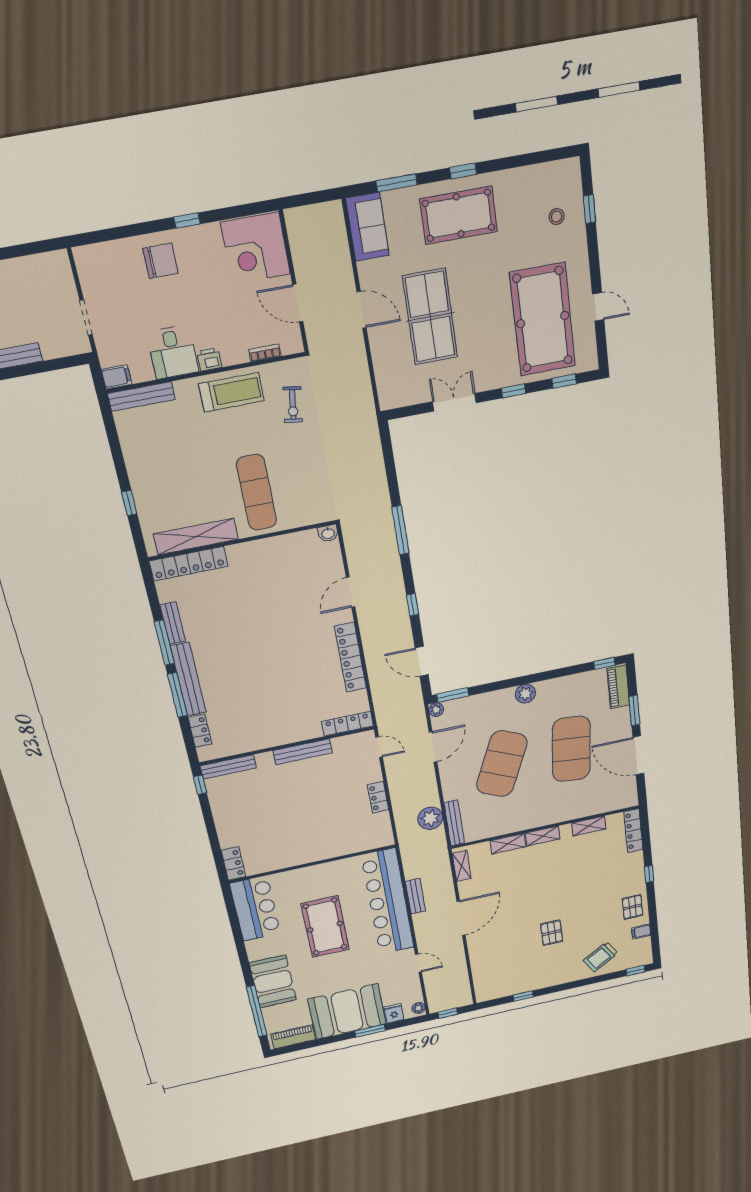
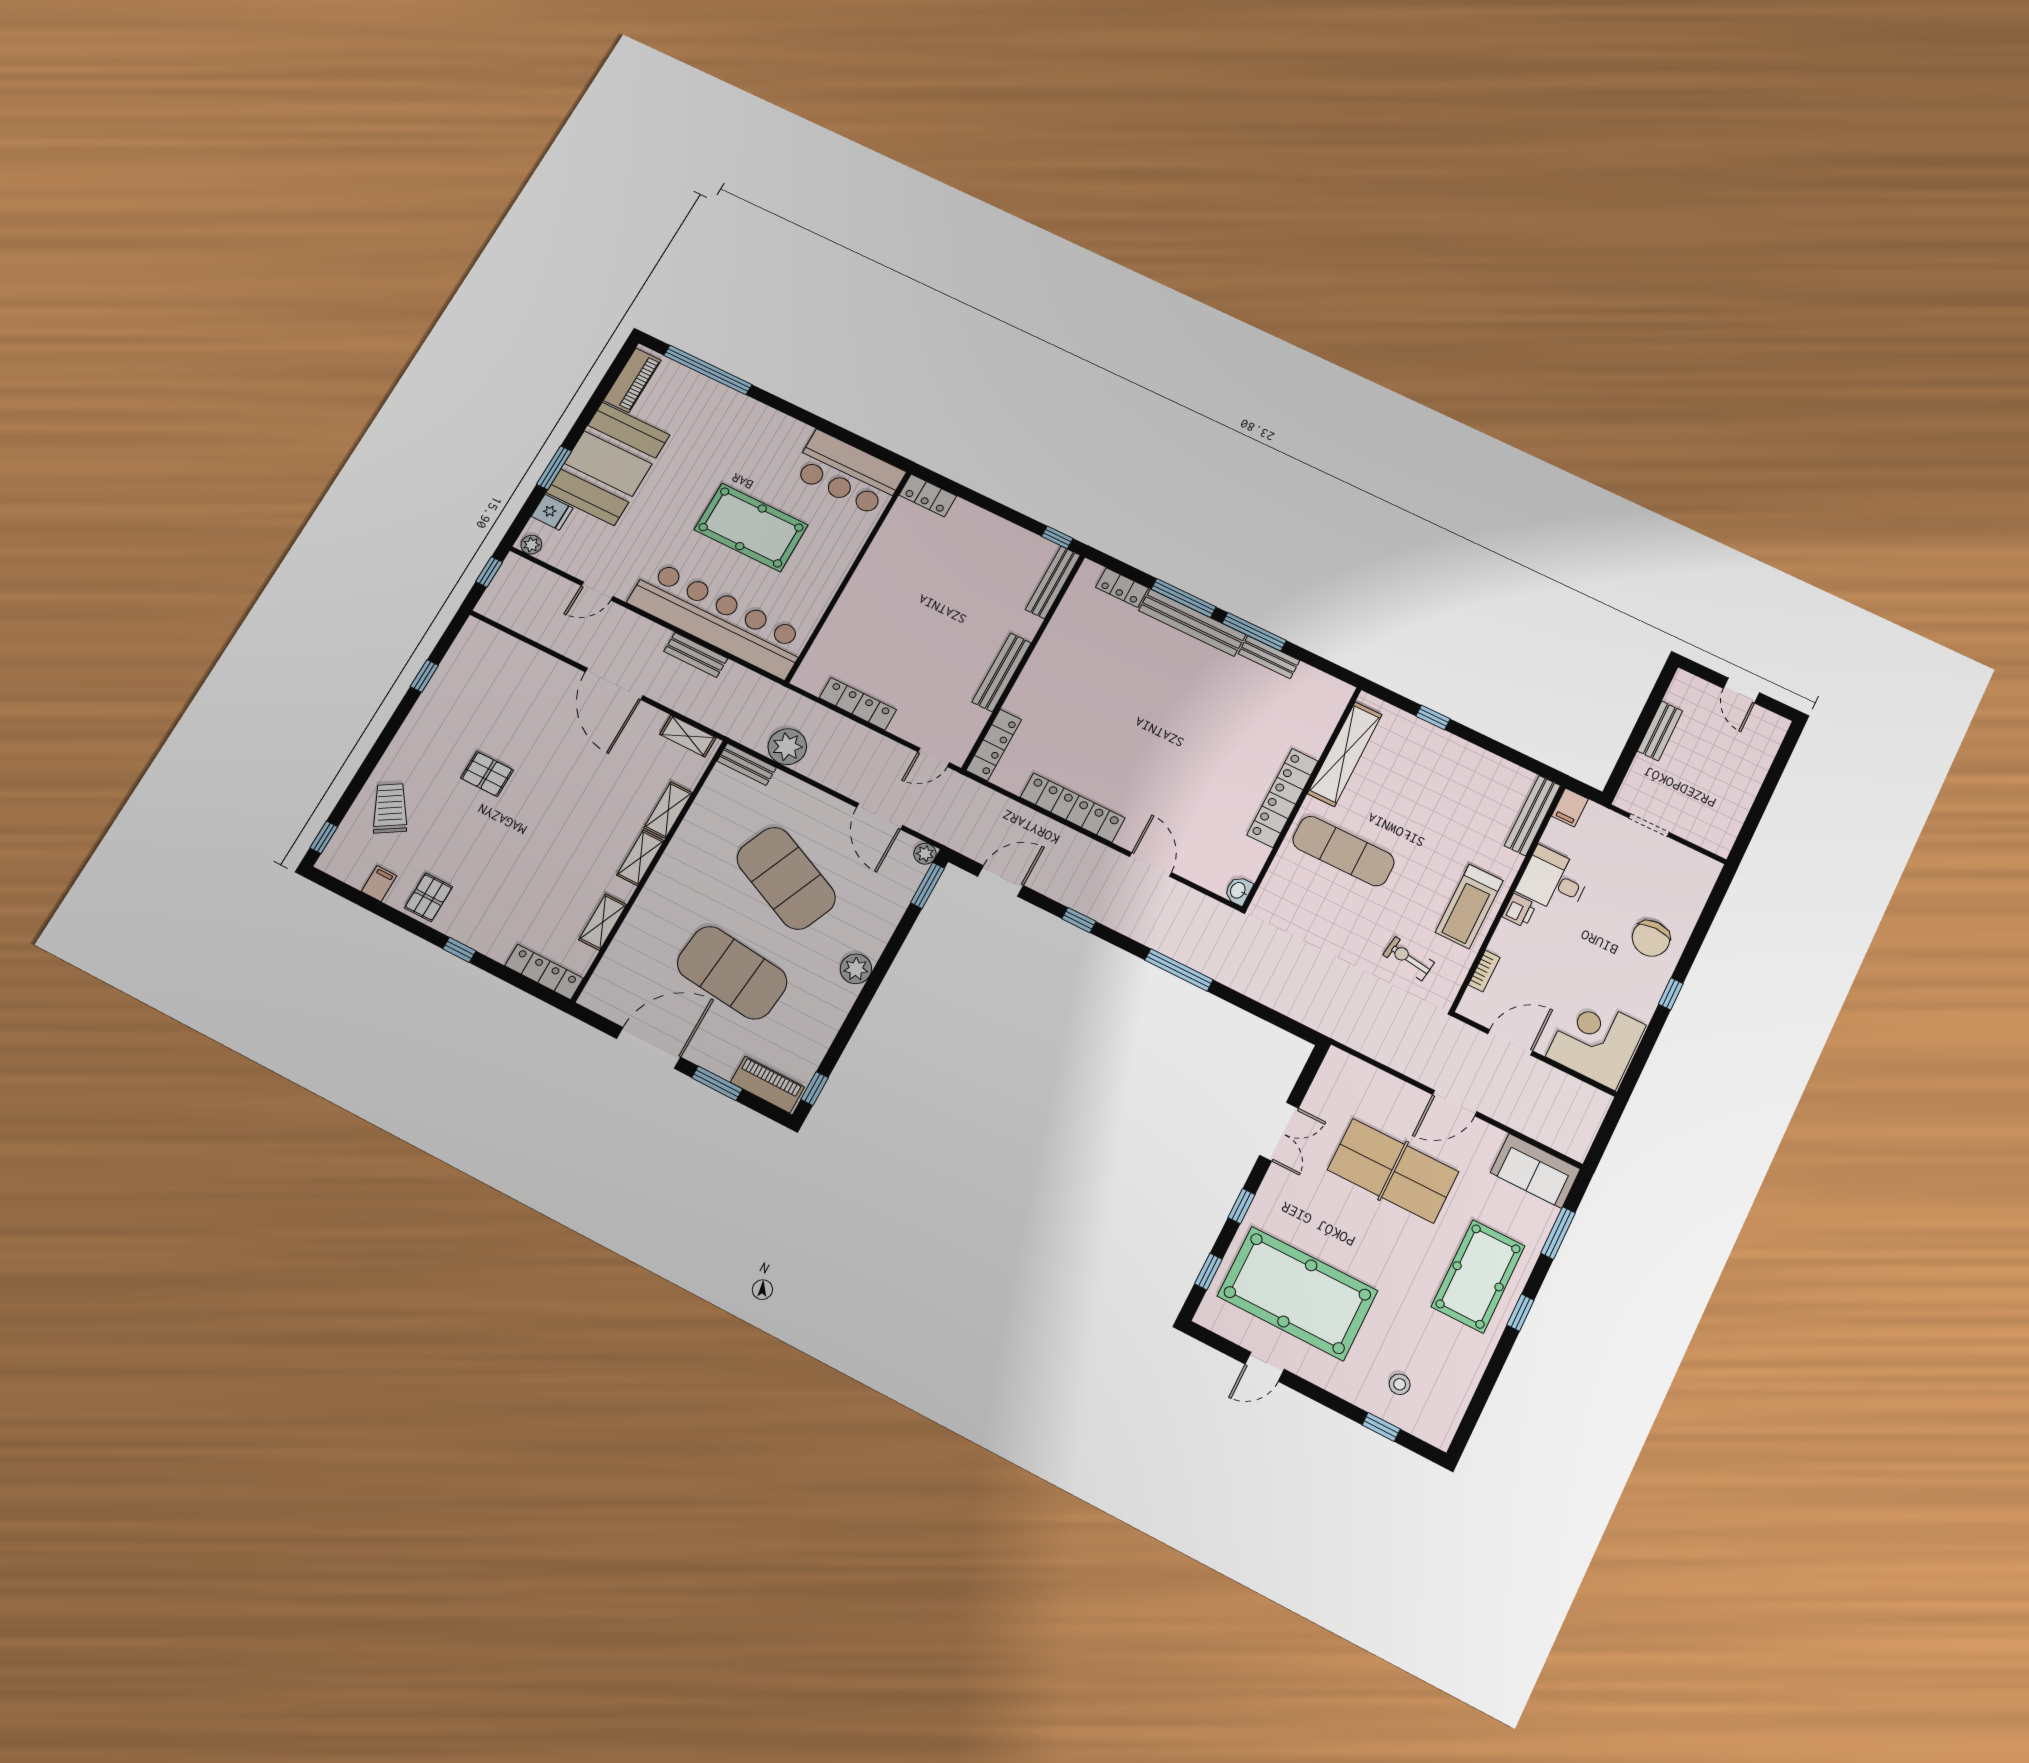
locker: (189, 564) -> (1283, 798), moved
locker: (378, 797) -> (858, 704), width x1.53
bench: (454, 823) -> (747, 764), width x0.73
pallet: (633, 907) -> (429, 897), turned 90
booth: (273, 981) -> (732, 417), removed

